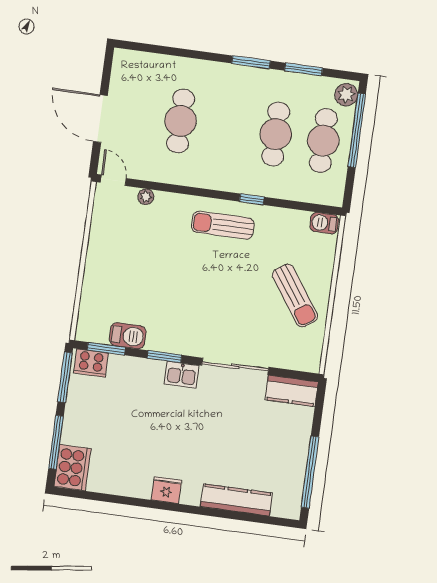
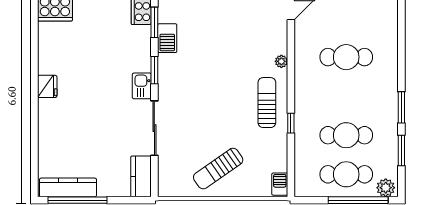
plant: (146, 197) -> (281, 61), moved
kitchen counter: (236, 500) -> (68, 187), moved, turned -90

